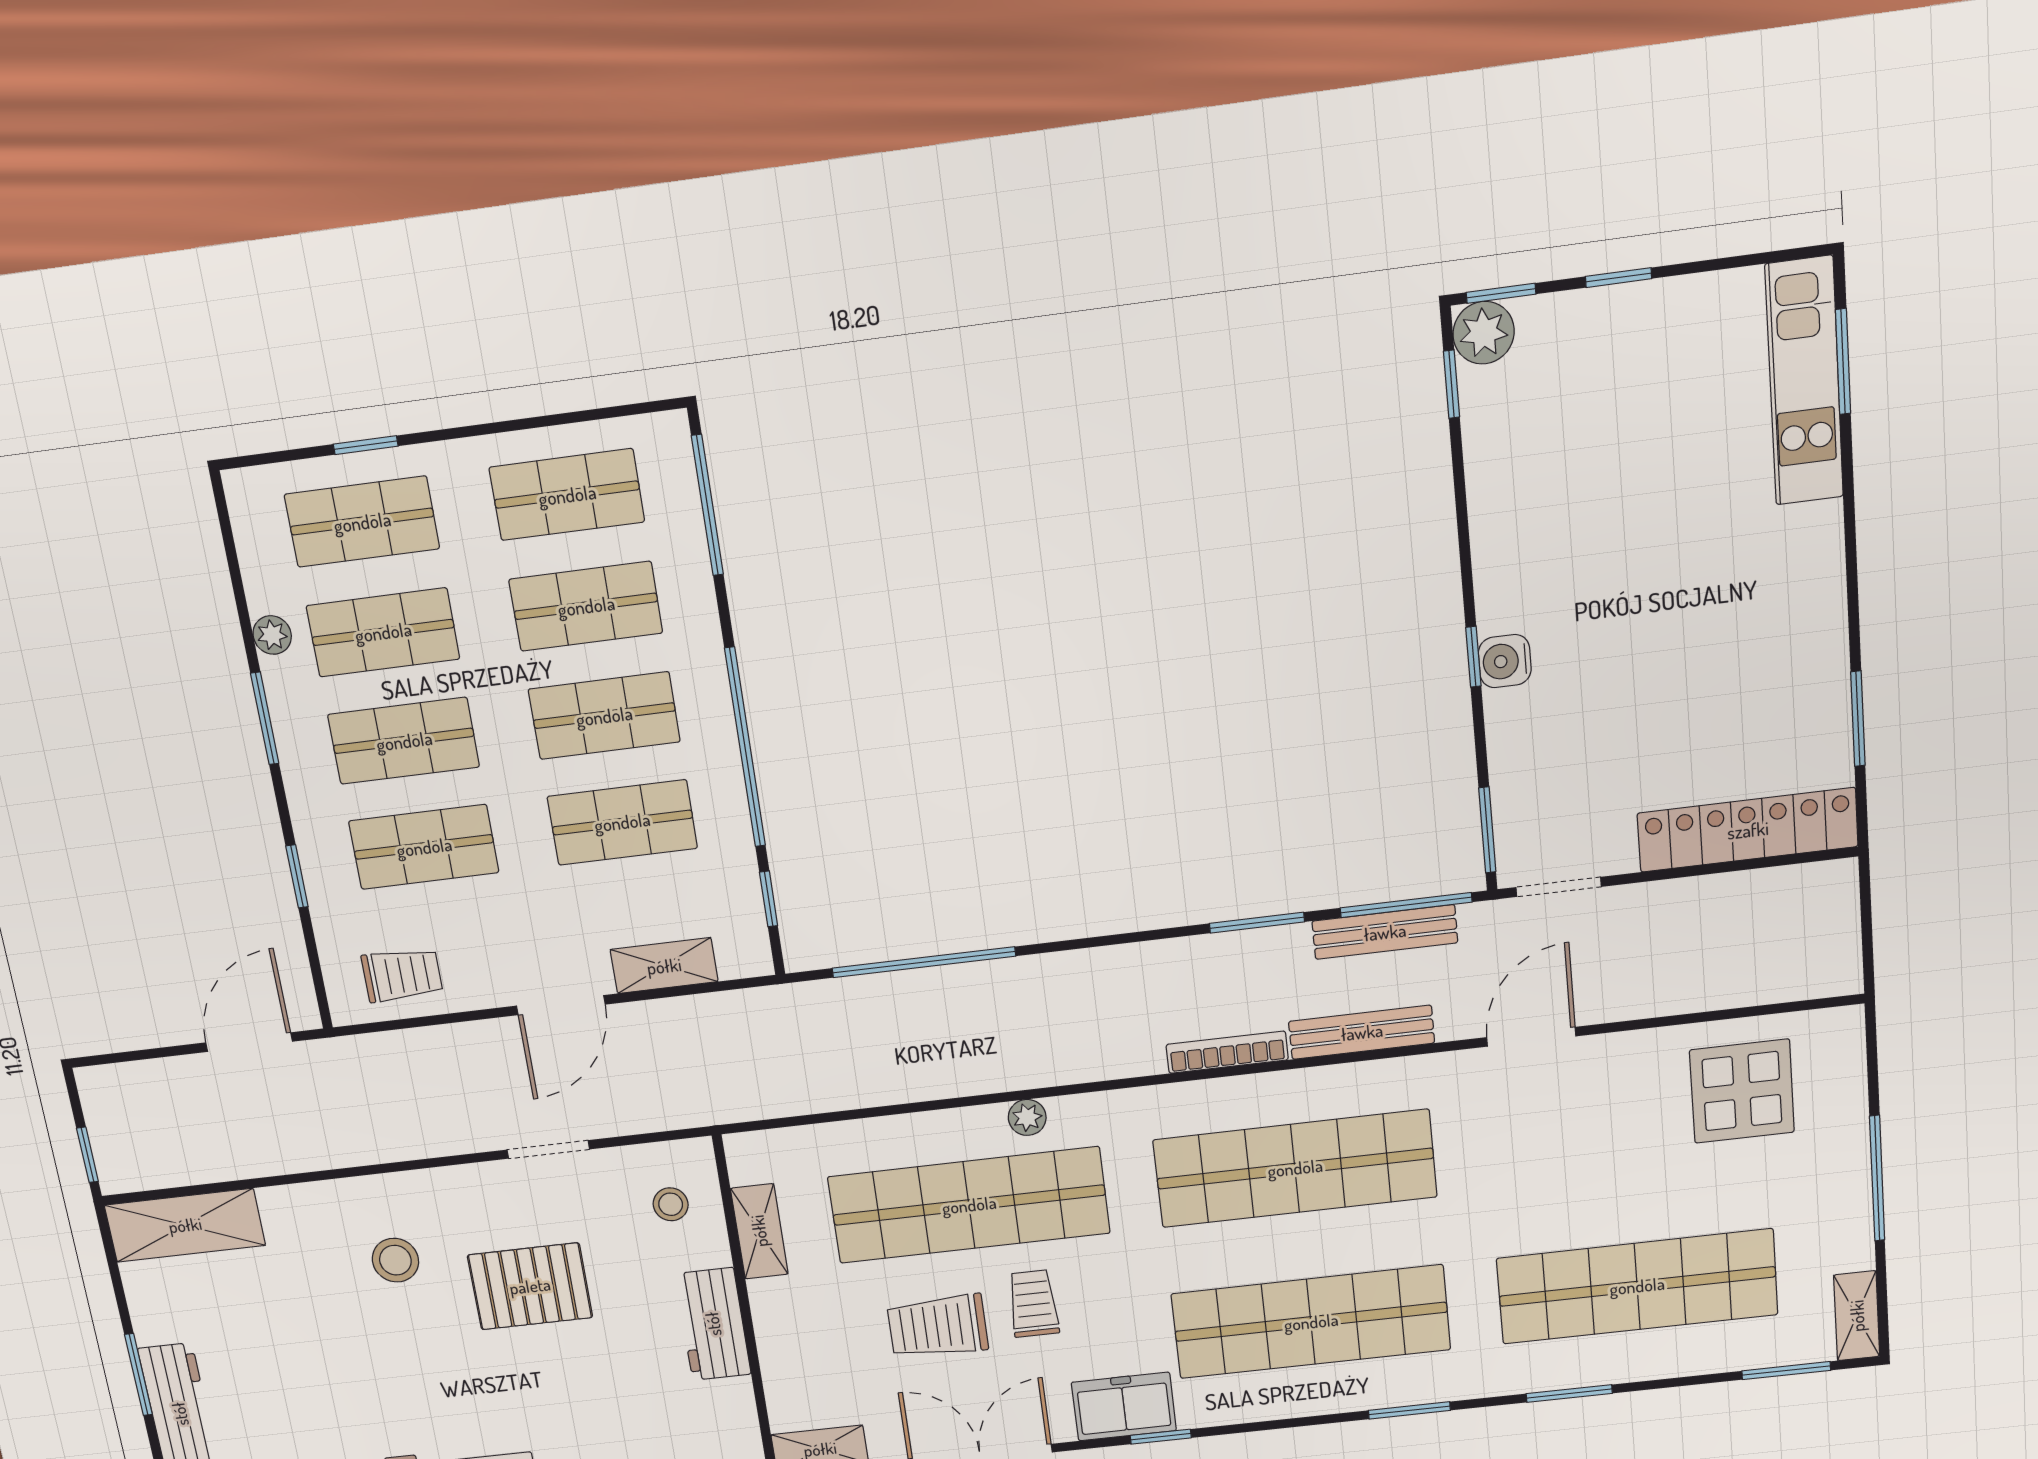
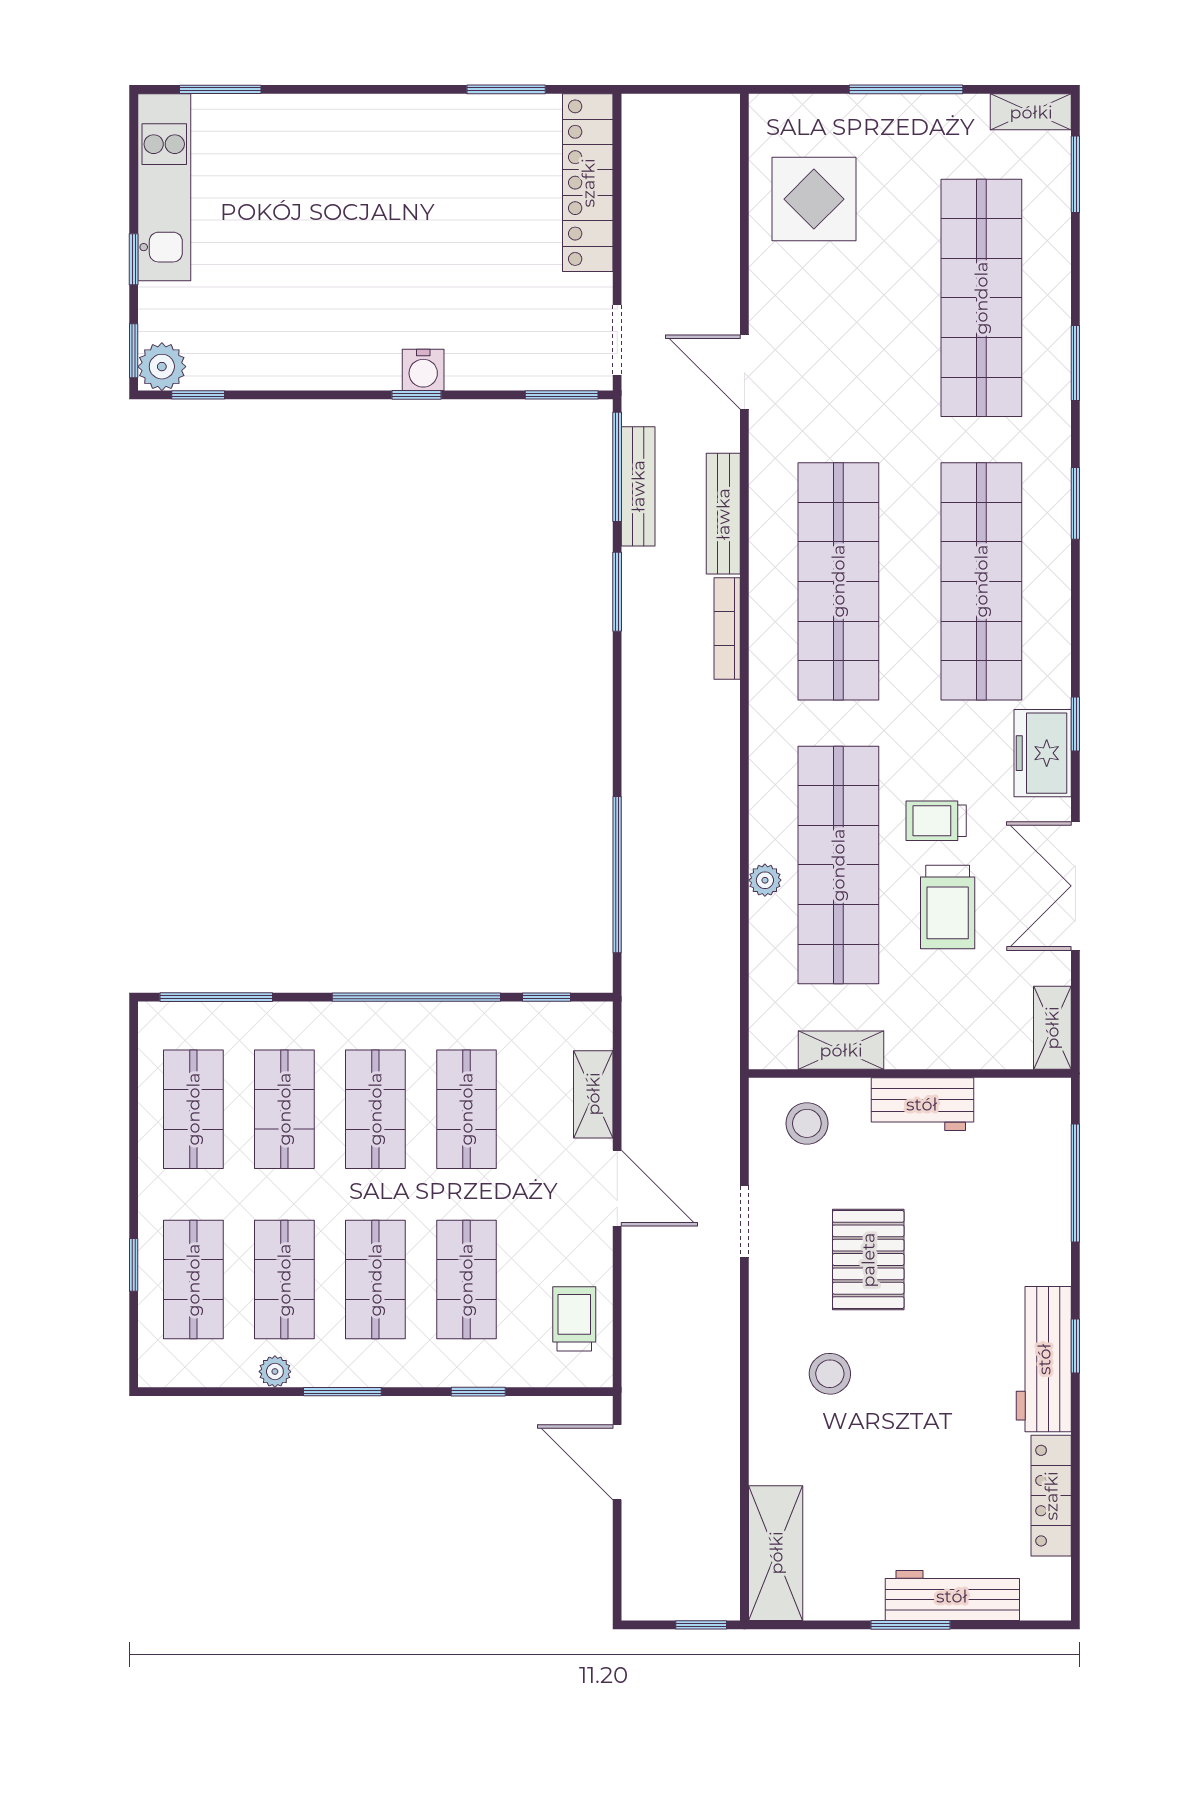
kitchen unit: (1804, 381) -> (164, 187), moved, turned -90
plant: (1027, 1117) -> (765, 880), moved
stool: (671, 1204) -> (807, 1123), width x1.37, depth x1.37

